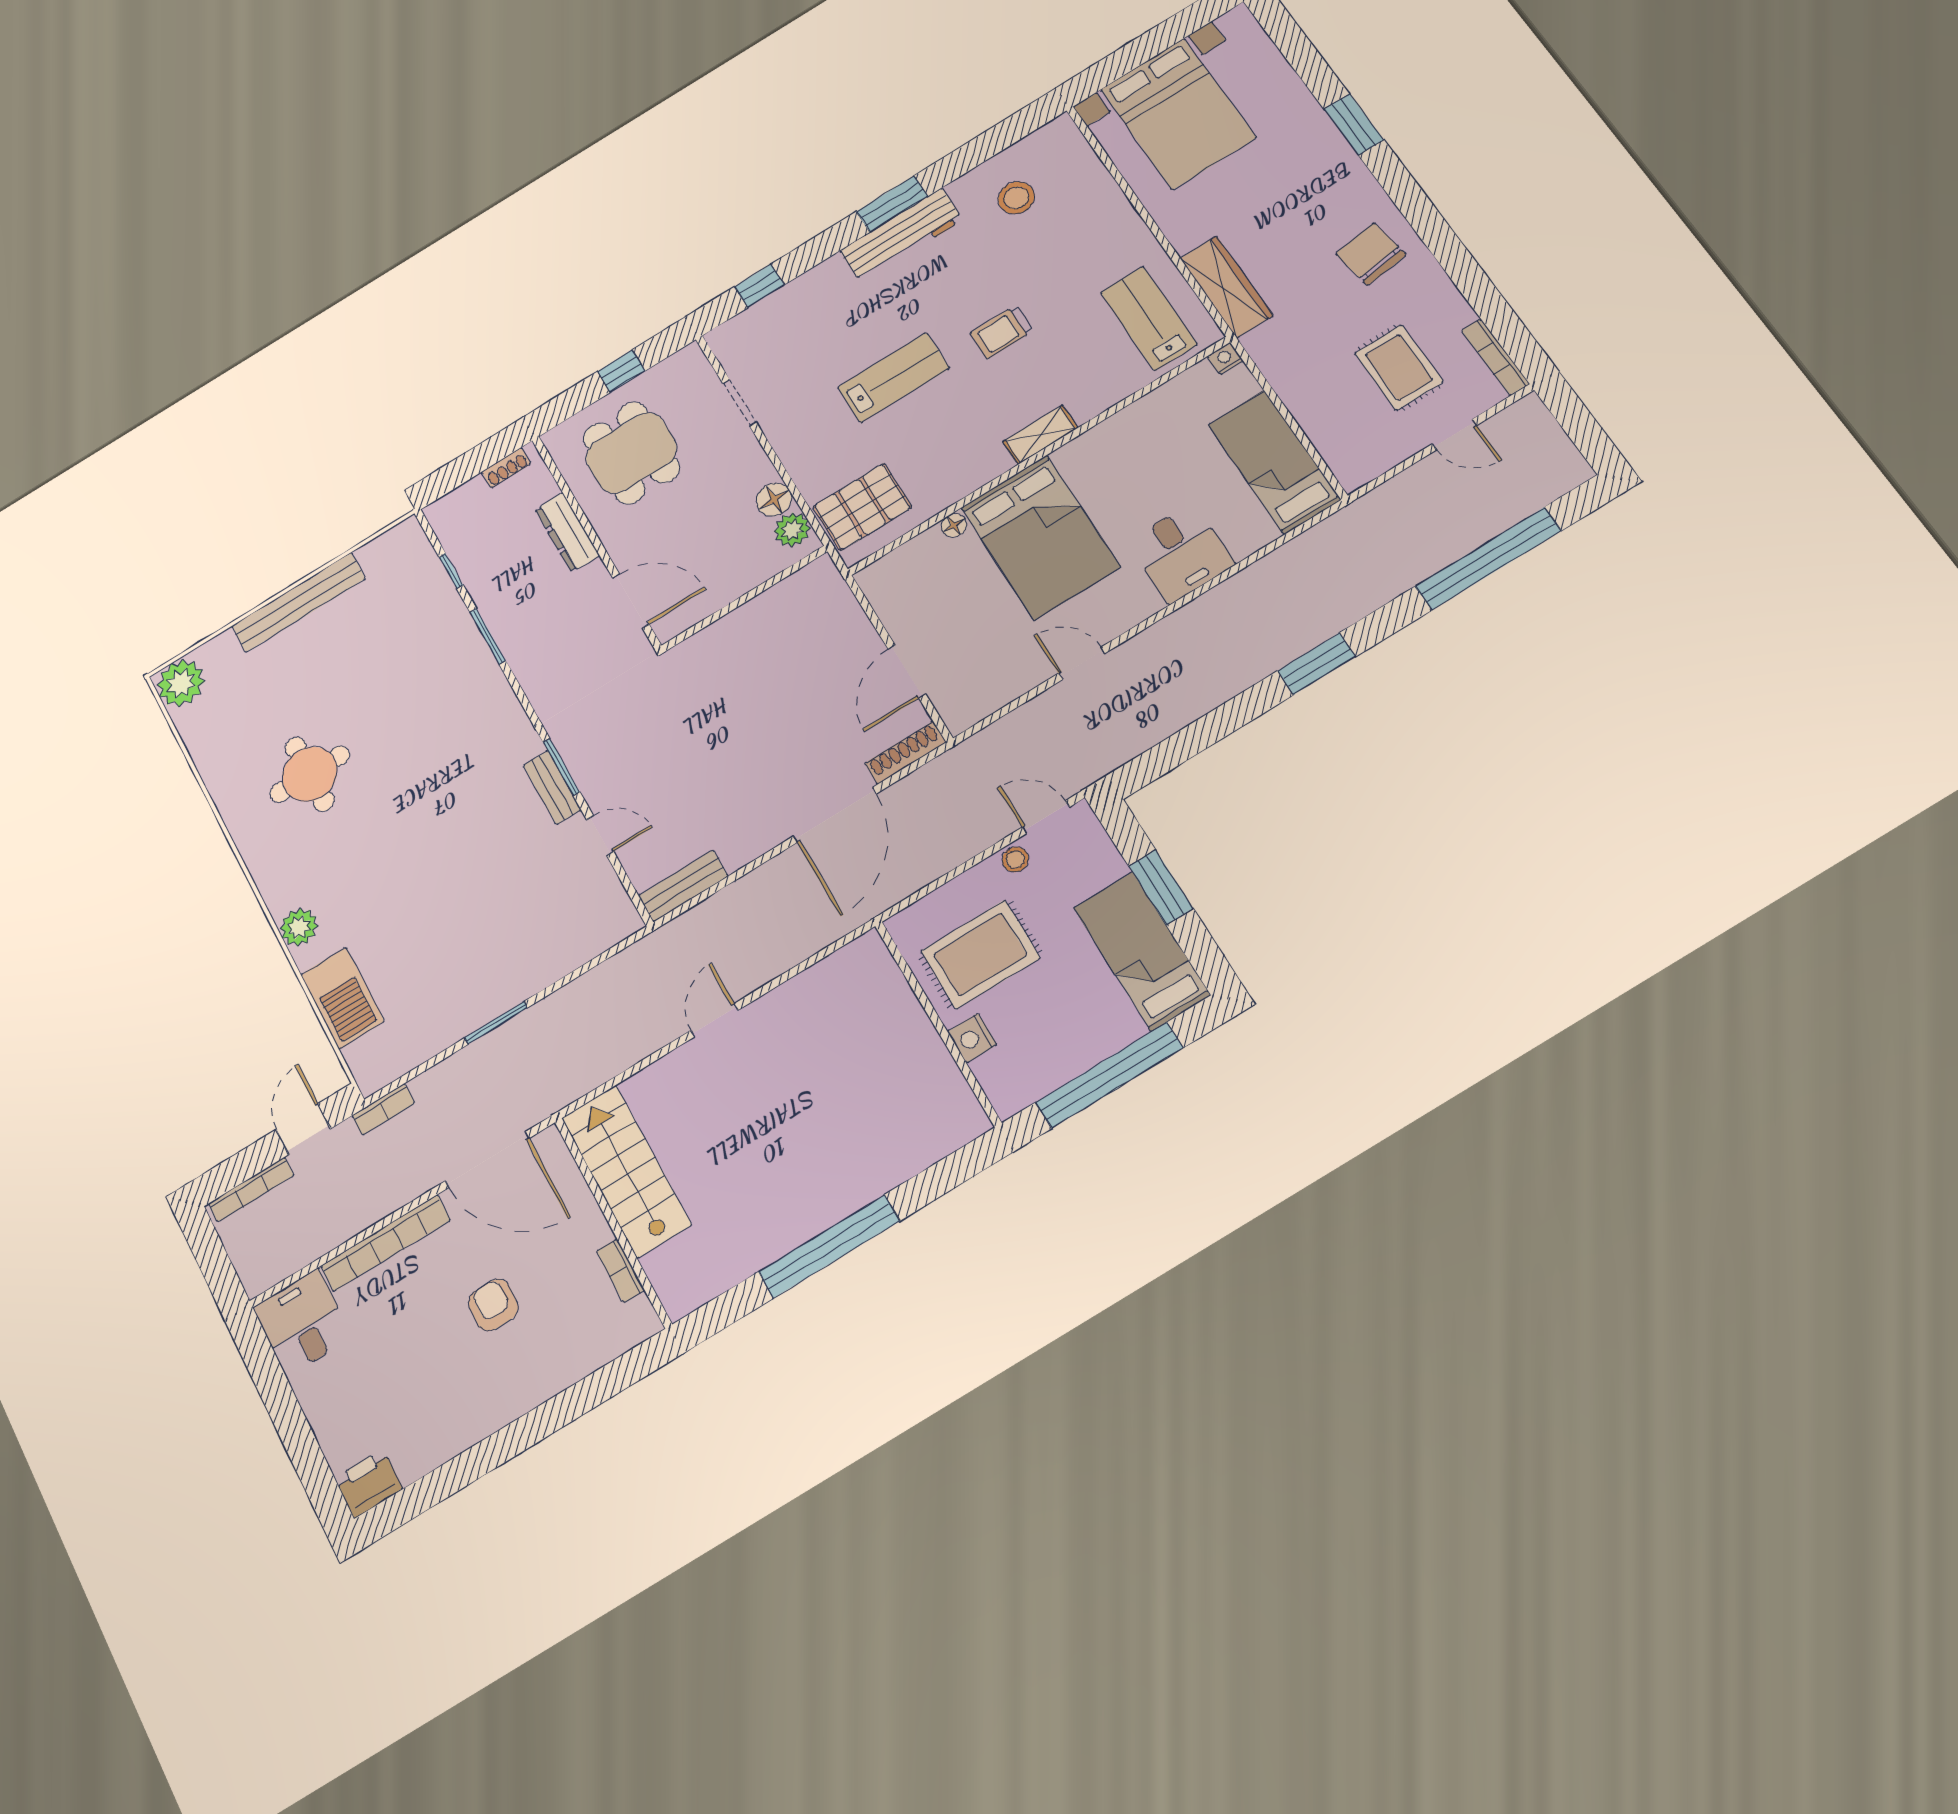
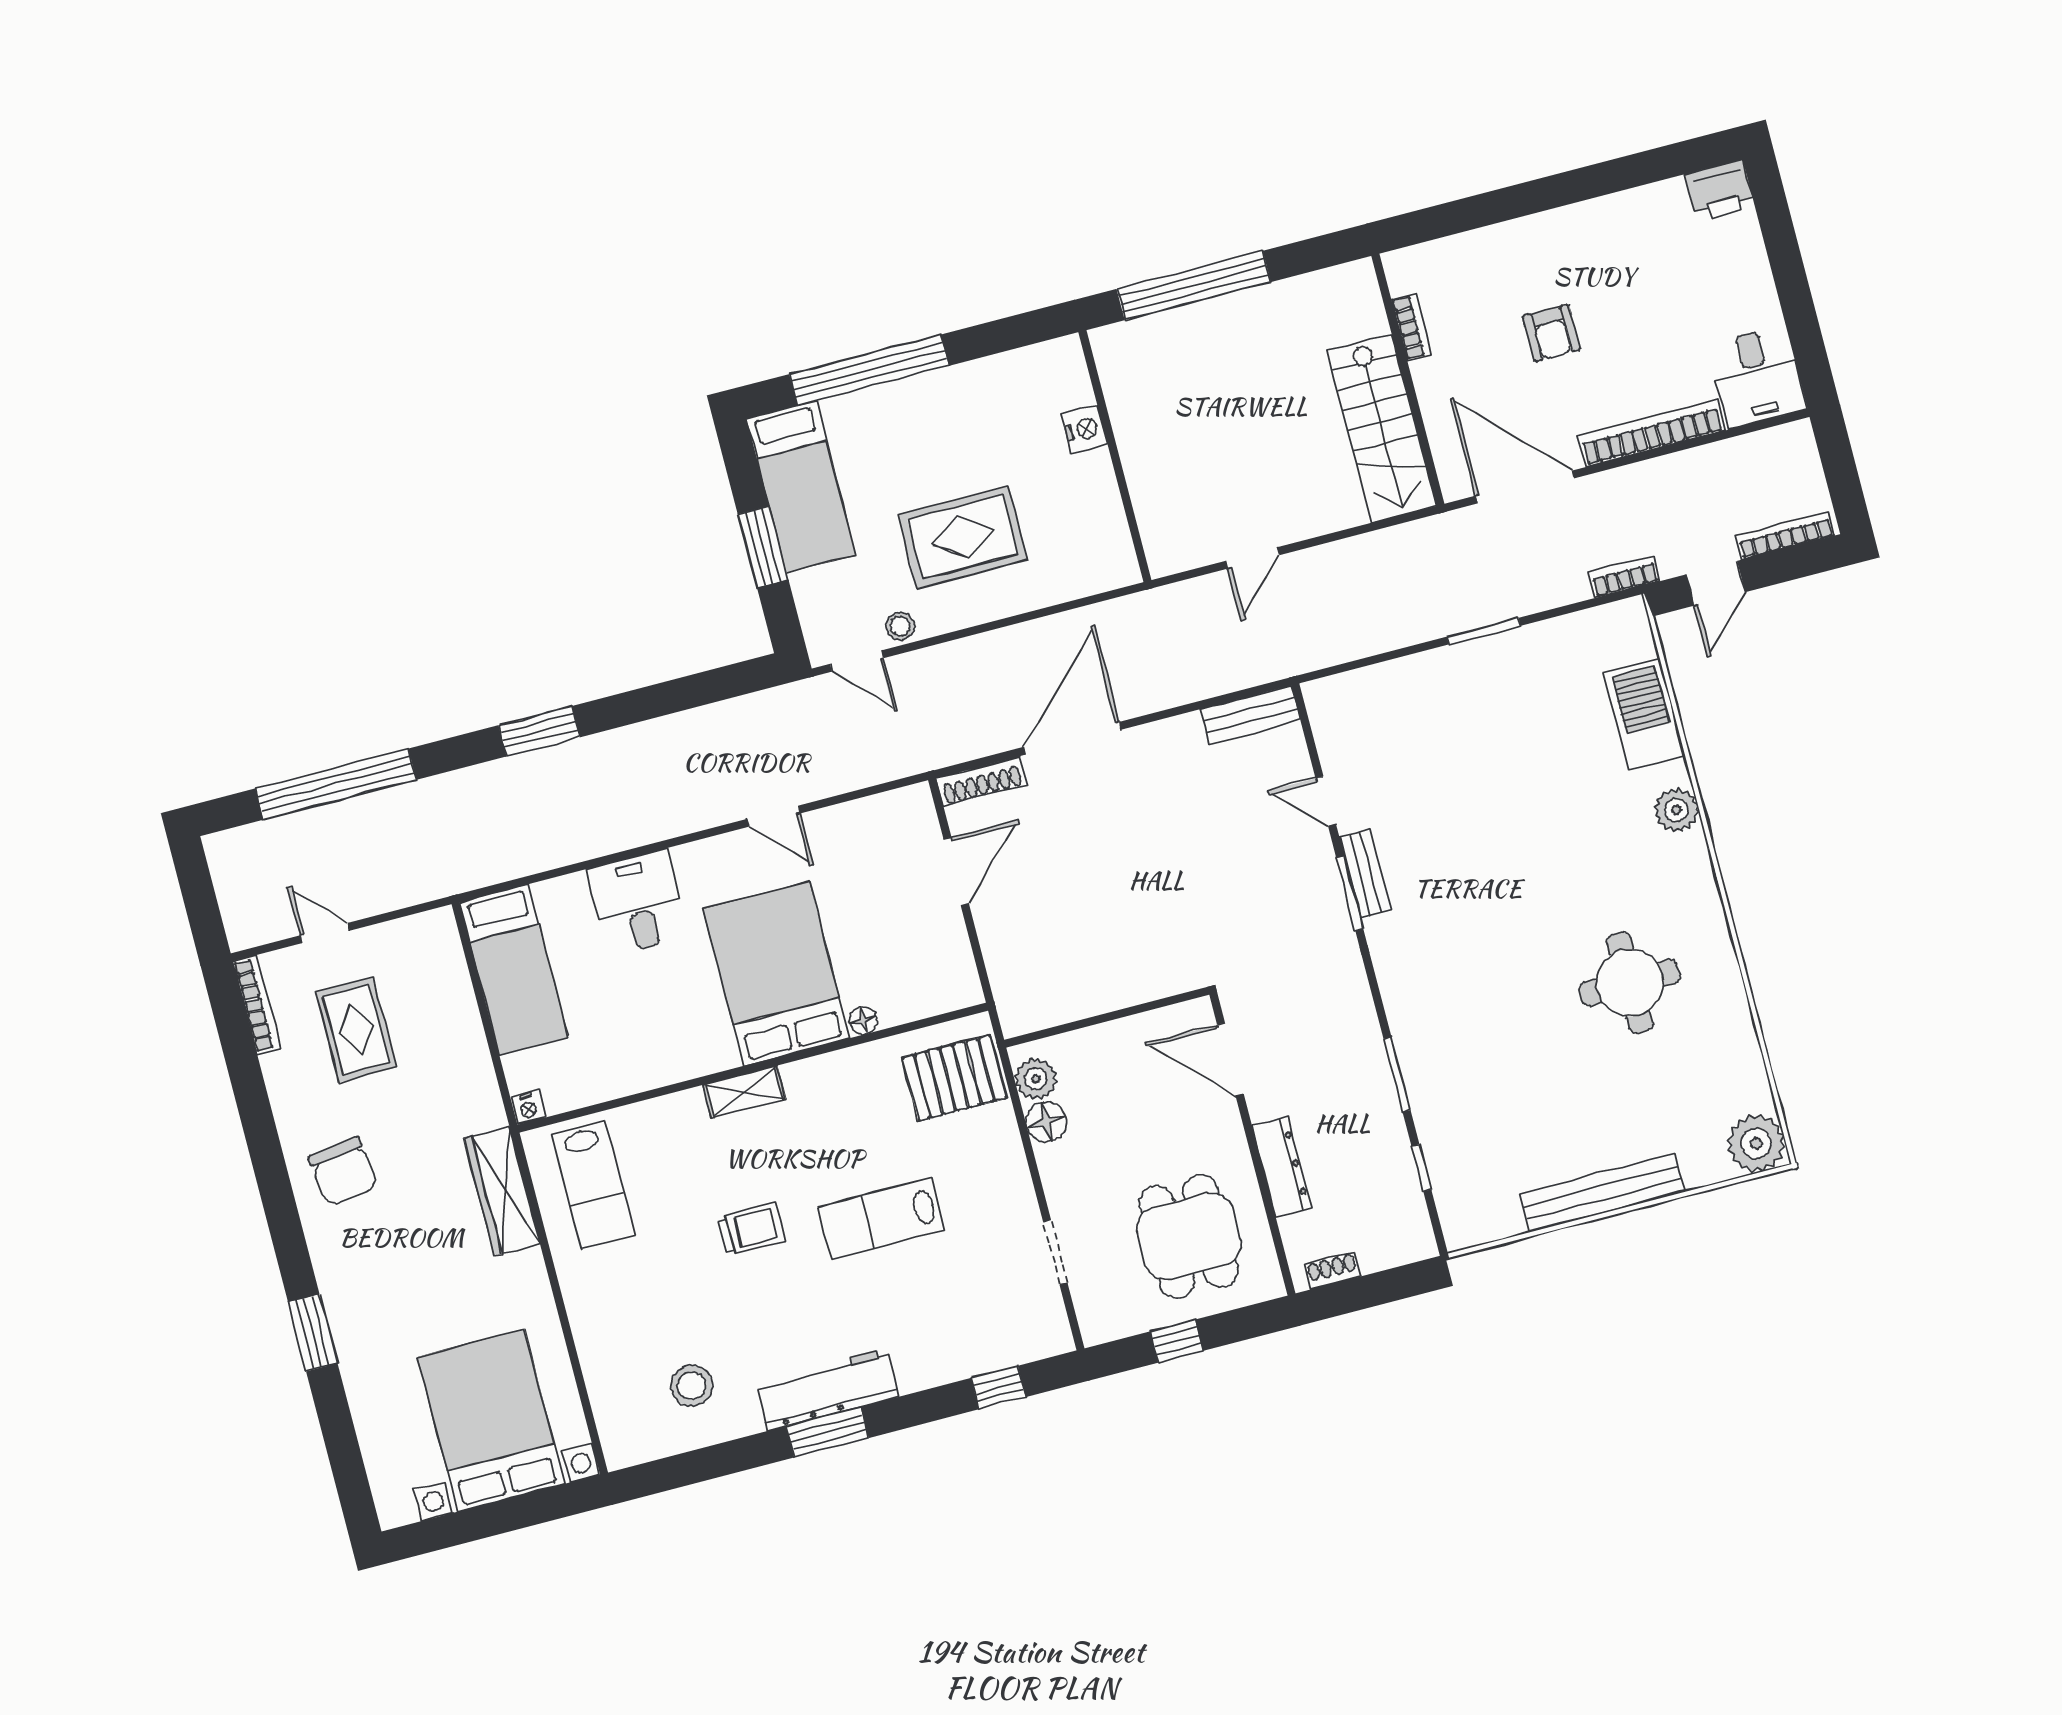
wall: (938, 1023) -> (1115, 456), moved
nightstand: (972, 1038) -> (1084, 429), moved

